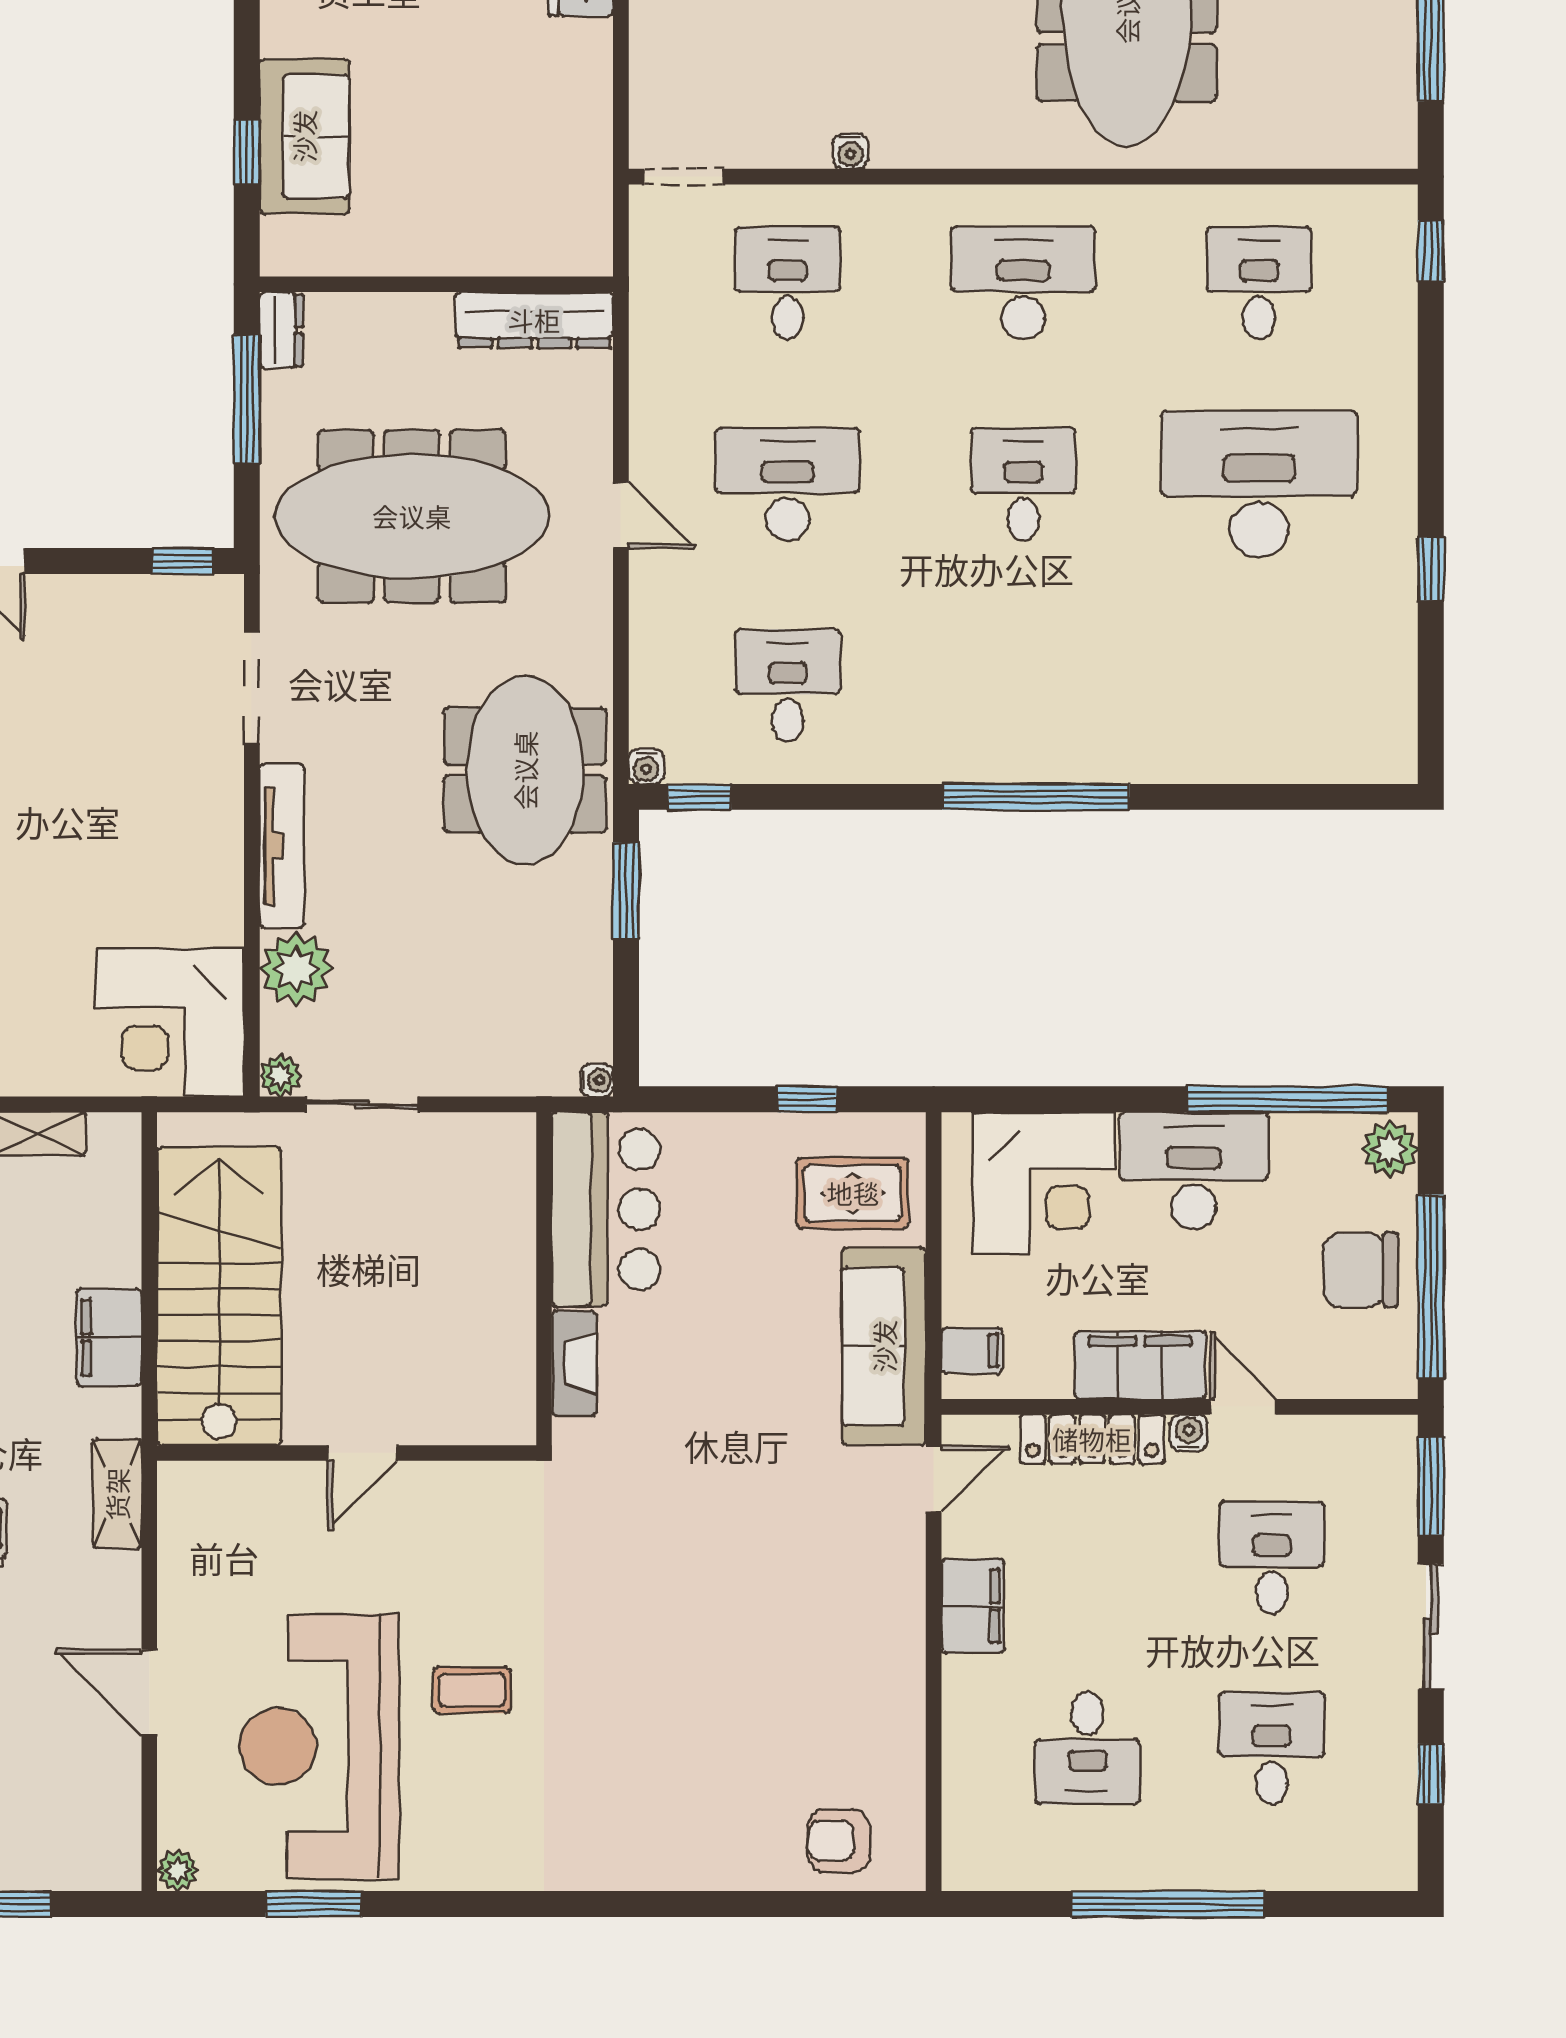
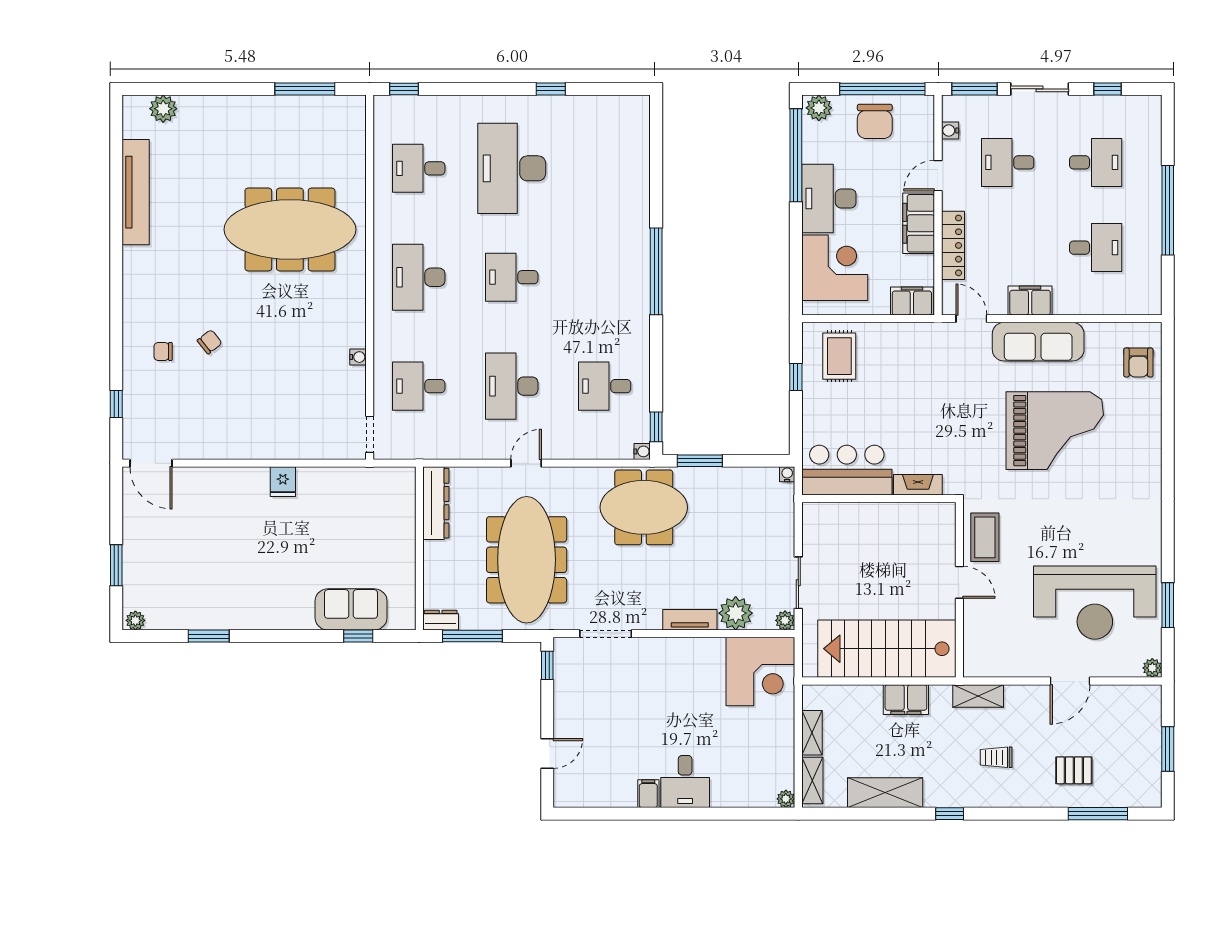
tv unit: (282, 846) -> (690, 620), width x0.71
sofa: (884, 1346) -> (1038, 342), moved
filing cabinet: (972, 1350) -> (912, 301), width x2.00
water cooler: (1189, 1433) -> (950, 131), moved
grand piano: (691, 1660) -> (1055, 431), added
coffee table: (472, 1690) -> (985, 537), moved, width x1.36, depth x1.30
desk: (1272, 1748) -> (1096, 162), turned 180

